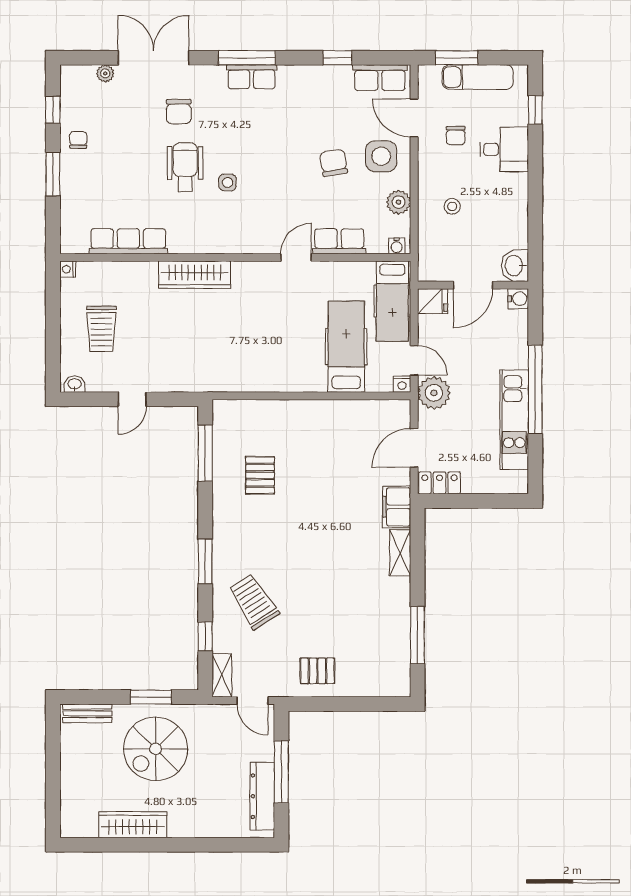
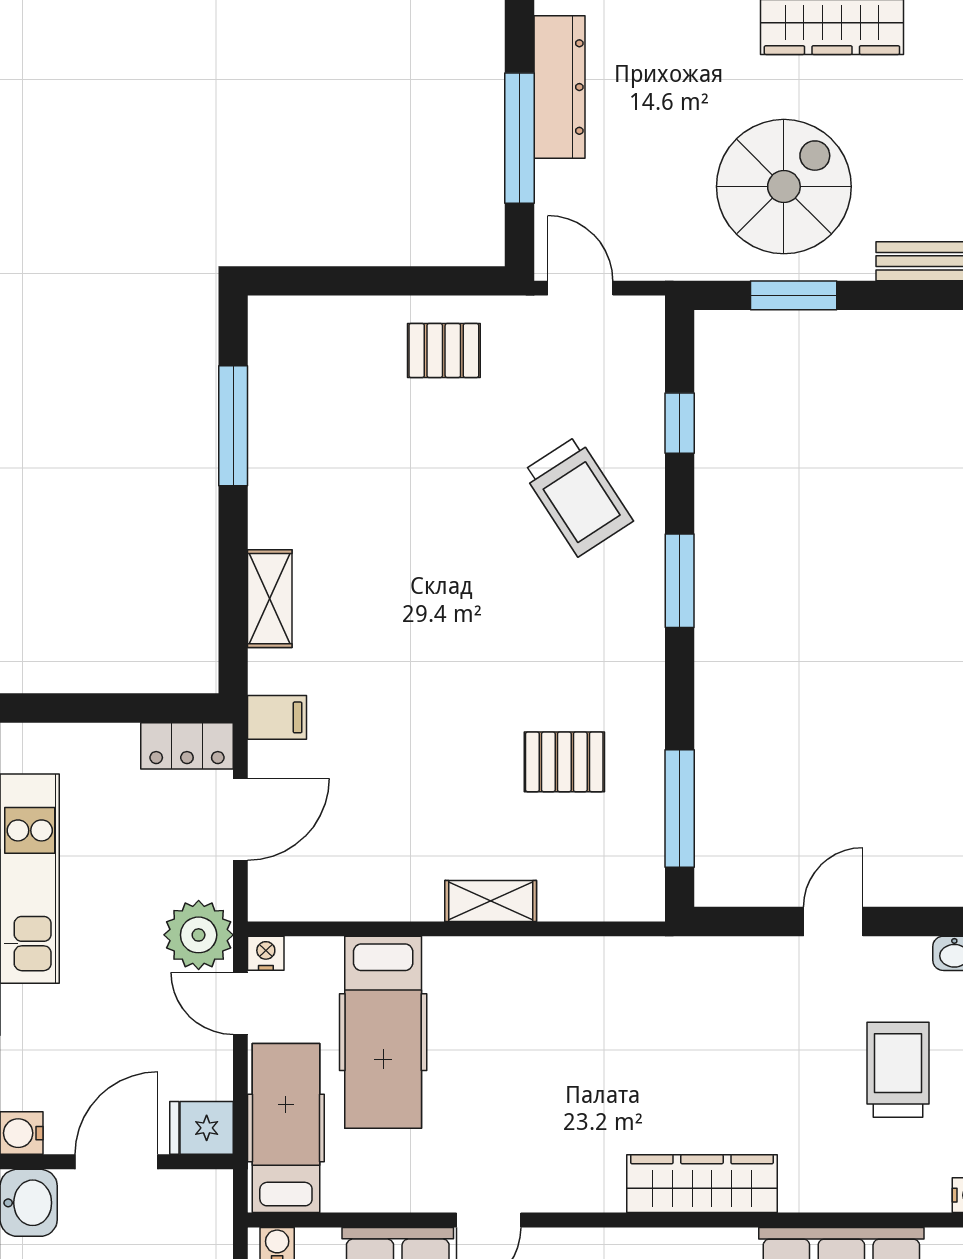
pallet: (260, 475) -> (564, 762), turned 90
filing cabinet: (397, 507) -> (277, 717), width x0.50
shelving: (222, 675) -> (491, 901), moved, turned 90

